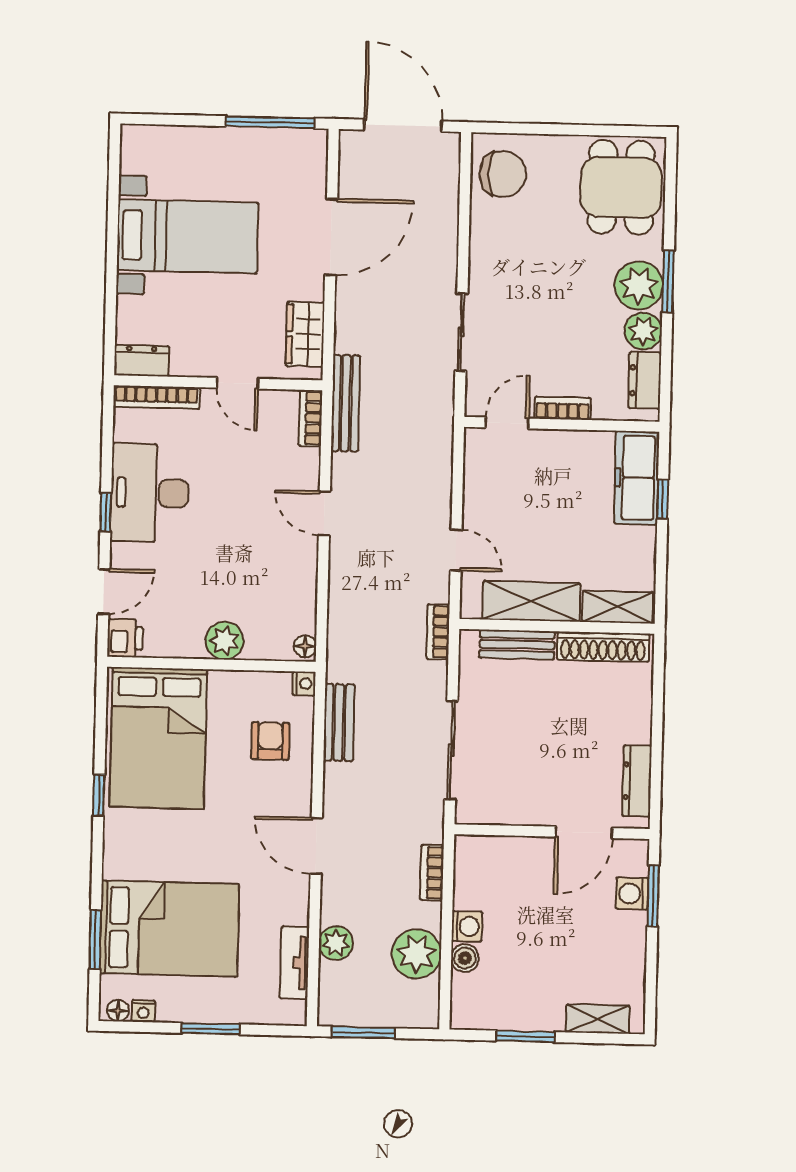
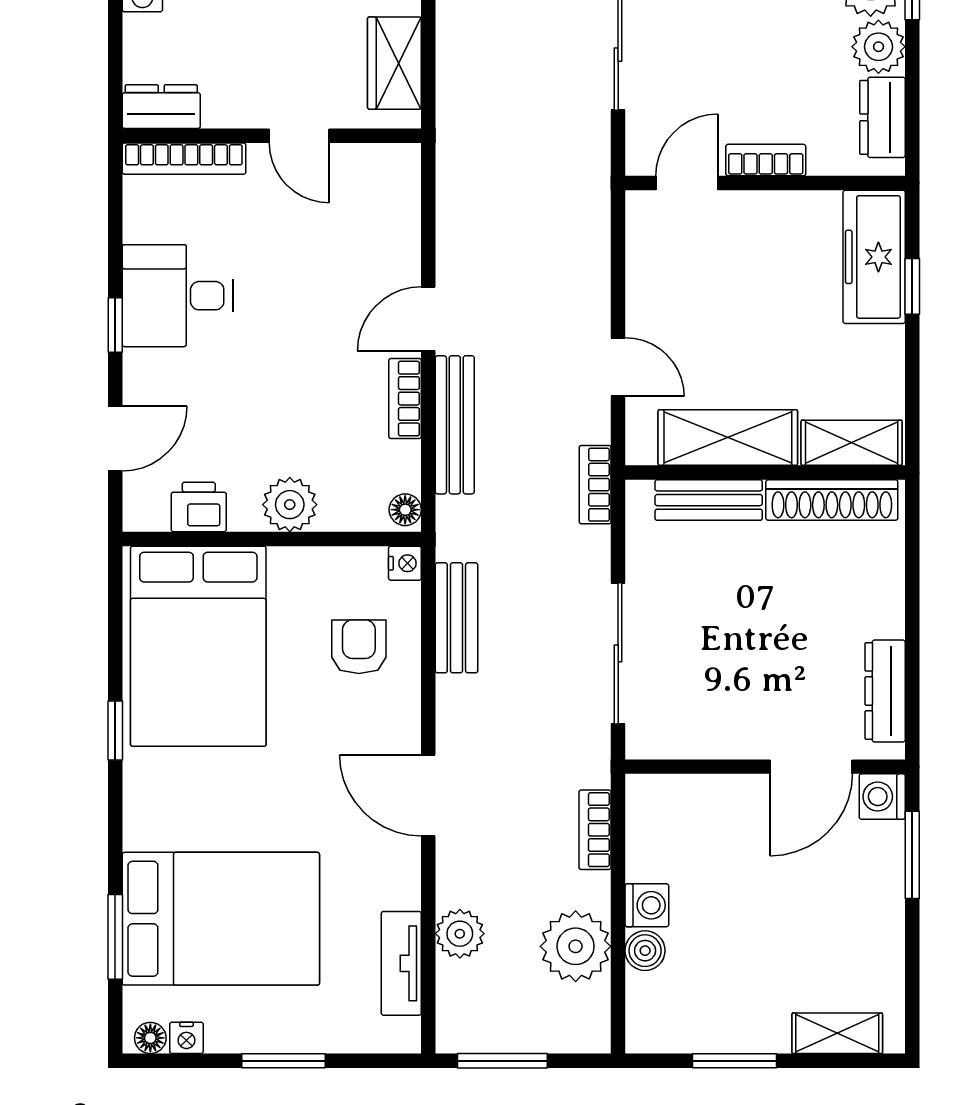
bench: (346, 403) -> (455, 425), moved
bookcase: (310, 418) -> (405, 399), moved
desk: (150, 493) -> (177, 296), width x0.73
door: (324, 513) -> (428, 319), hinge flipped
printer: (125, 638) -> (199, 507), moved, turned -90
washing machine: (632, 893) -> (882, 797), moved

